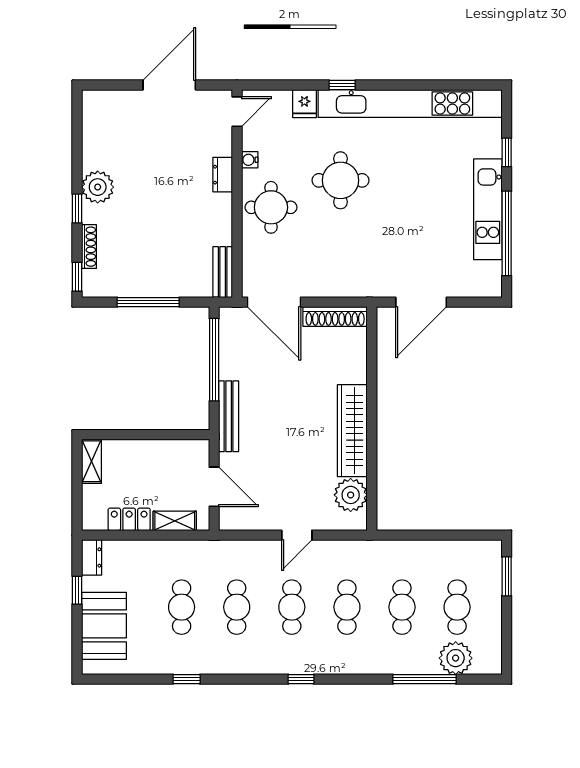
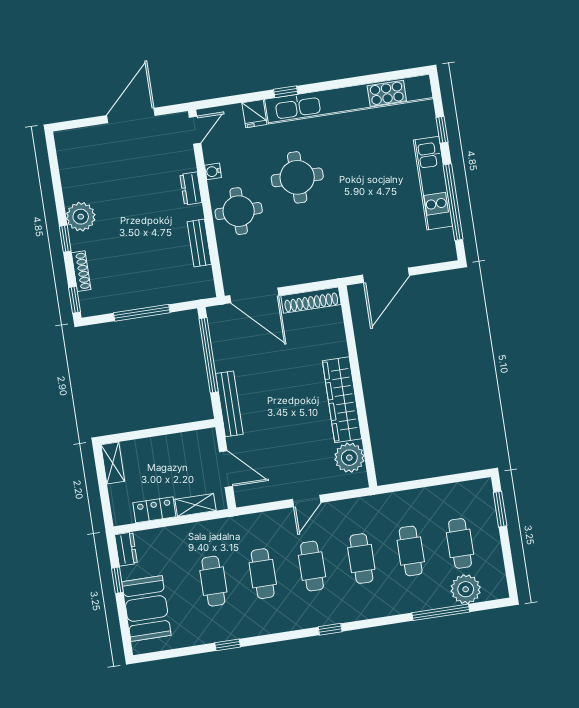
bench: (223, 272) -> (199, 243), moved

